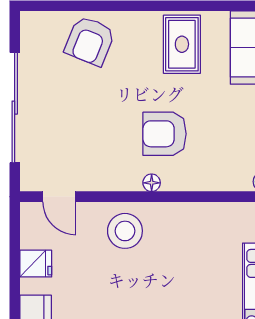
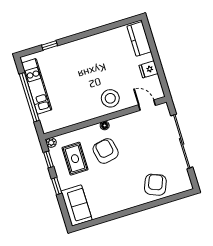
rug: (182, 44) -> (75, 159), moved
armchair: (165, 134) -> (106, 151), turned -101

